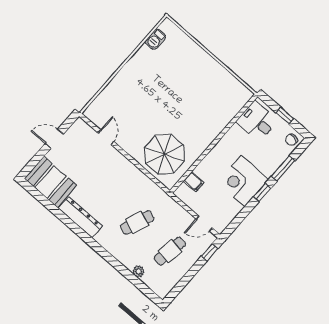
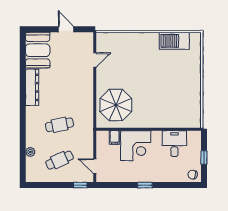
barbecue: (156, 39) -> (174, 41), width x1.88, depth x1.53
desk: (257, 121) -> (174, 144), moved
window: (283, 169) -> (171, 185), removed
corner desk: (243, 181) -> (136, 146), moved, turned 180
cafe table: (137, 222) -> (60, 125), turned -33
cafe table: (170, 251) -> (60, 160), turned -33

